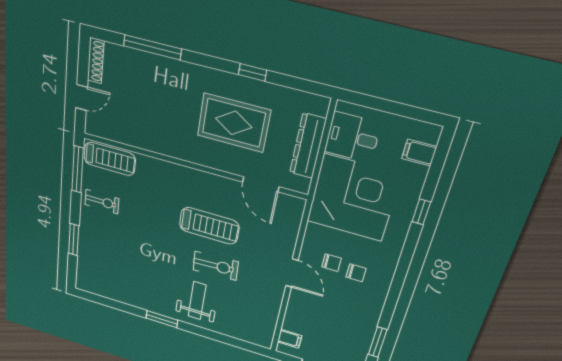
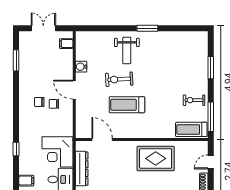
rug: (234, 123) -> (156, 158), moved
corner desk: (353, 198) -> (58, 152), width x0.74, depth x0.74
water cooler: (273, 301) -> (81, 67), added

